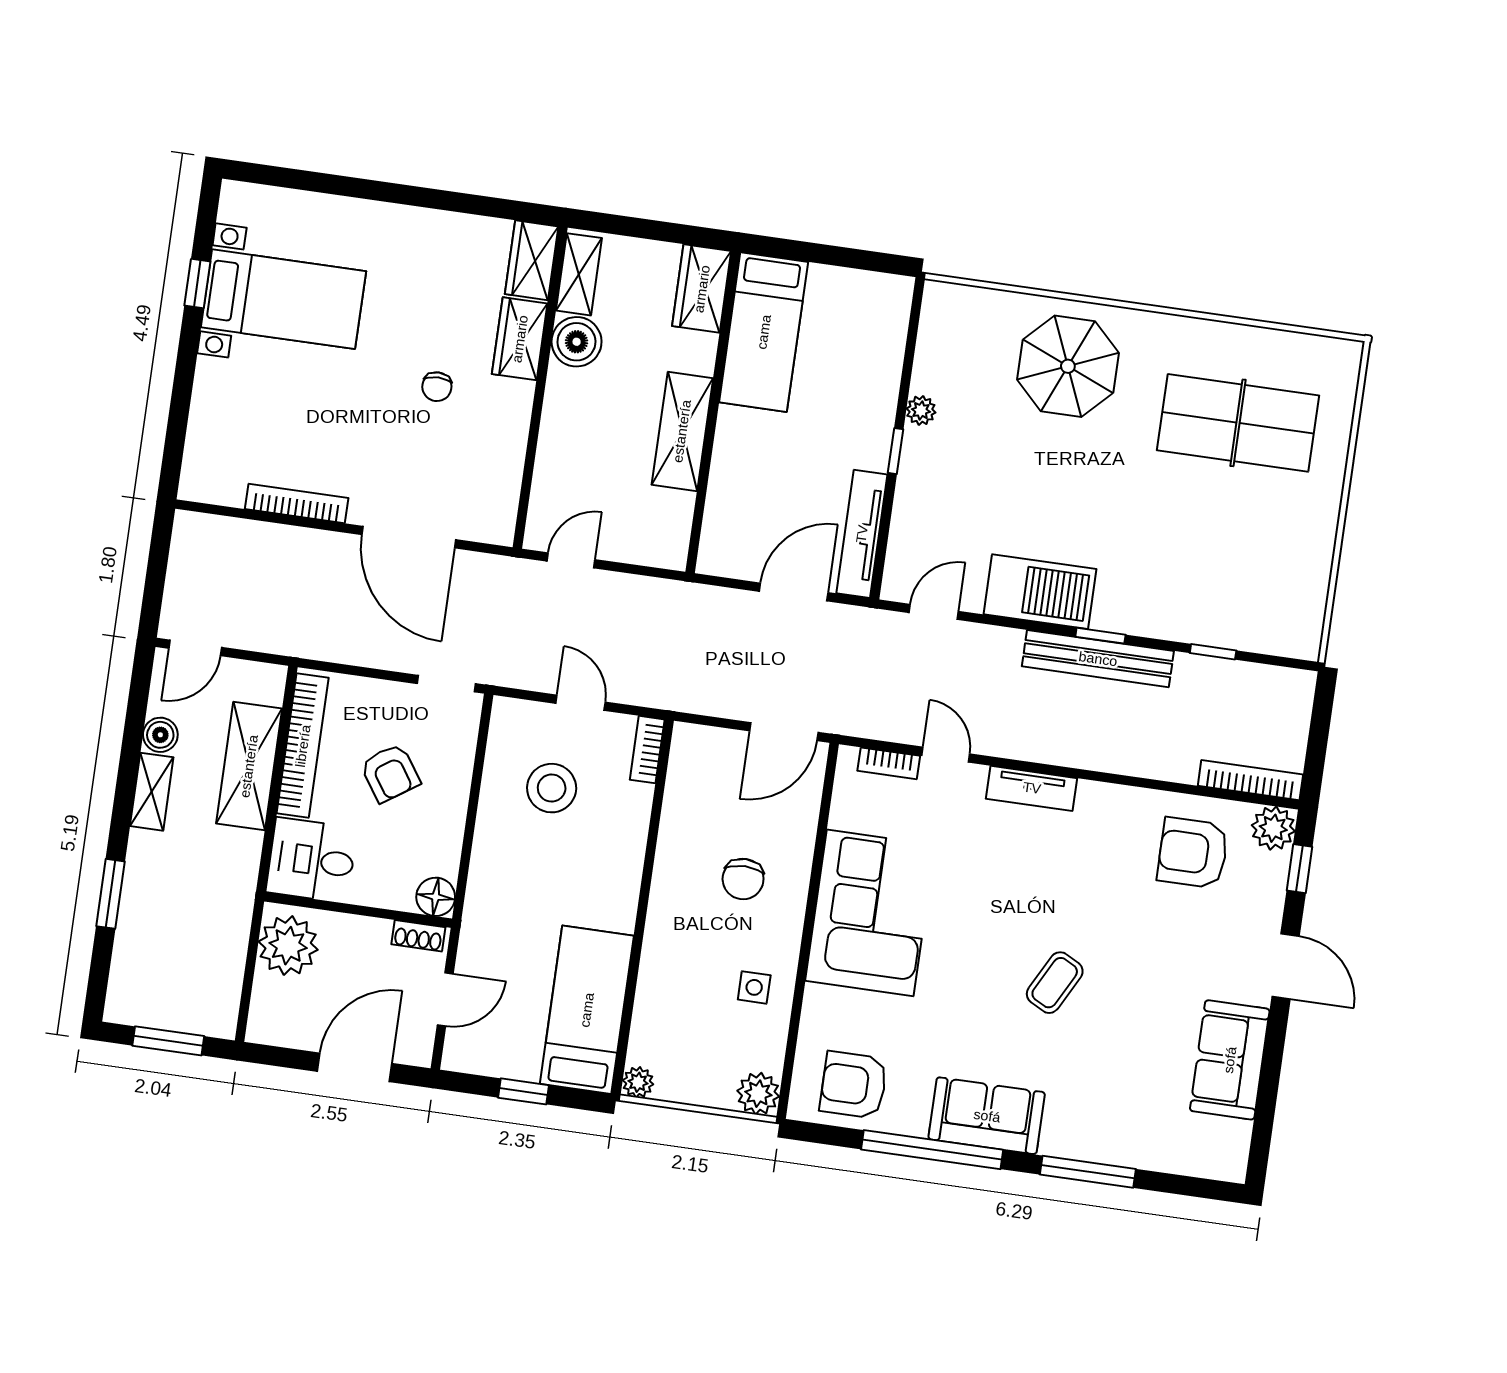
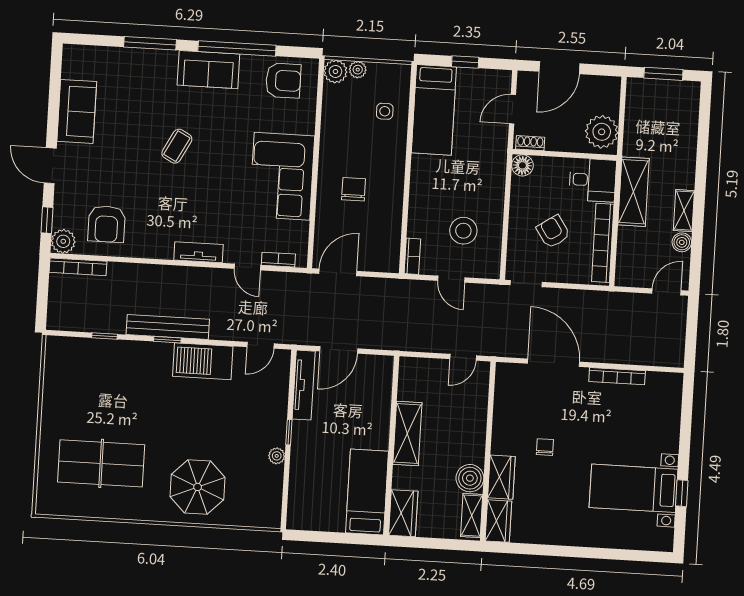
shelving: (249, 766) -> (634, 192), moved
armchair: (1193, 853) -> (107, 224), turned 90
window: (110, 894) -> (702, 152), removed
side table: (754, 987) -> (385, 111), moved
plant: (638, 1082) -> (358, 70), moved

